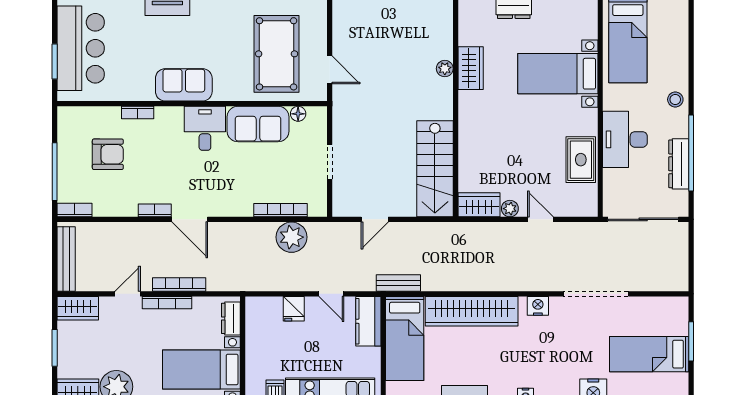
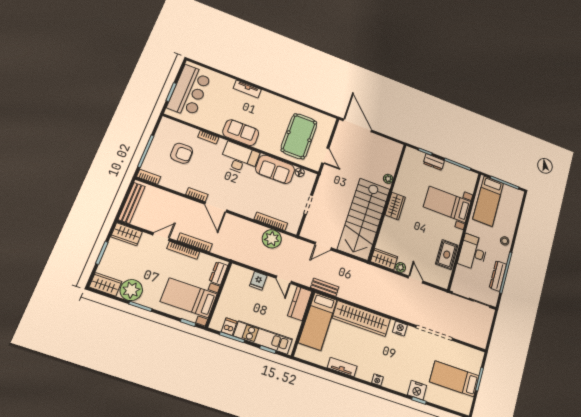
wardrobe: (471, 68) -> (395, 206), moved
desk: (205, 128) -> (240, 159), width x1.37
stairs: (435, 169) -> (364, 219), width x1.36, depth x1.51

